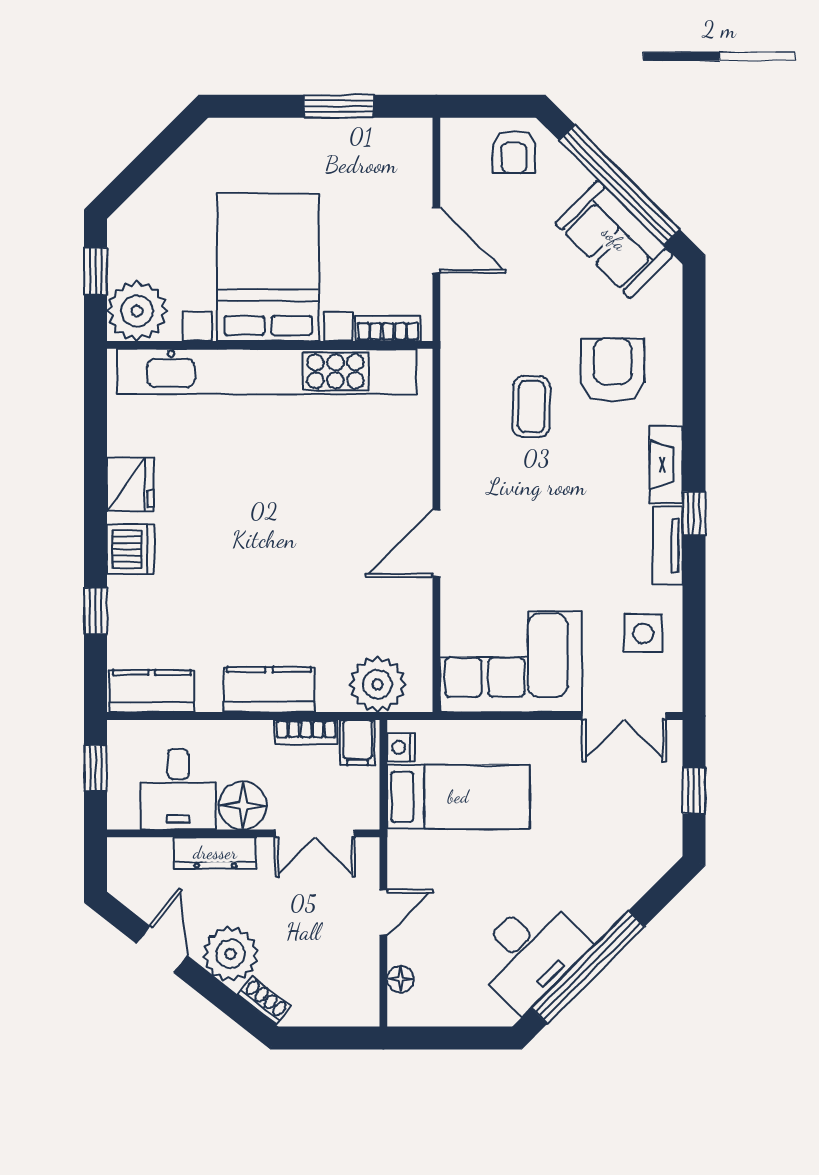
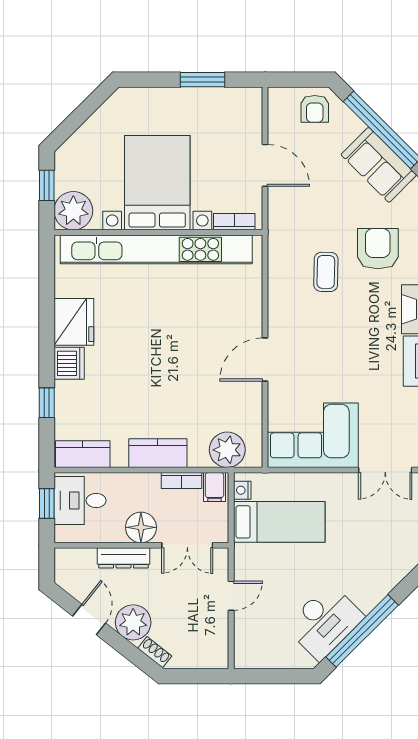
fridge: (130, 485) -> (74, 322), width x1.36, depth x1.34
side table: (643, 633) -> (398, 417), removed
desk: (178, 789) -> (80, 500), moved, turned 90
floor lamp: (401, 979) -> (242, 638), removed

